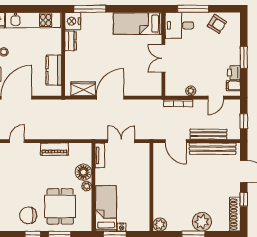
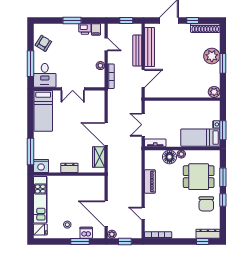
dresser: (71, 41) -> (69, 168), moved
kitchen counter: (54, 70) -> (83, 182), removed

